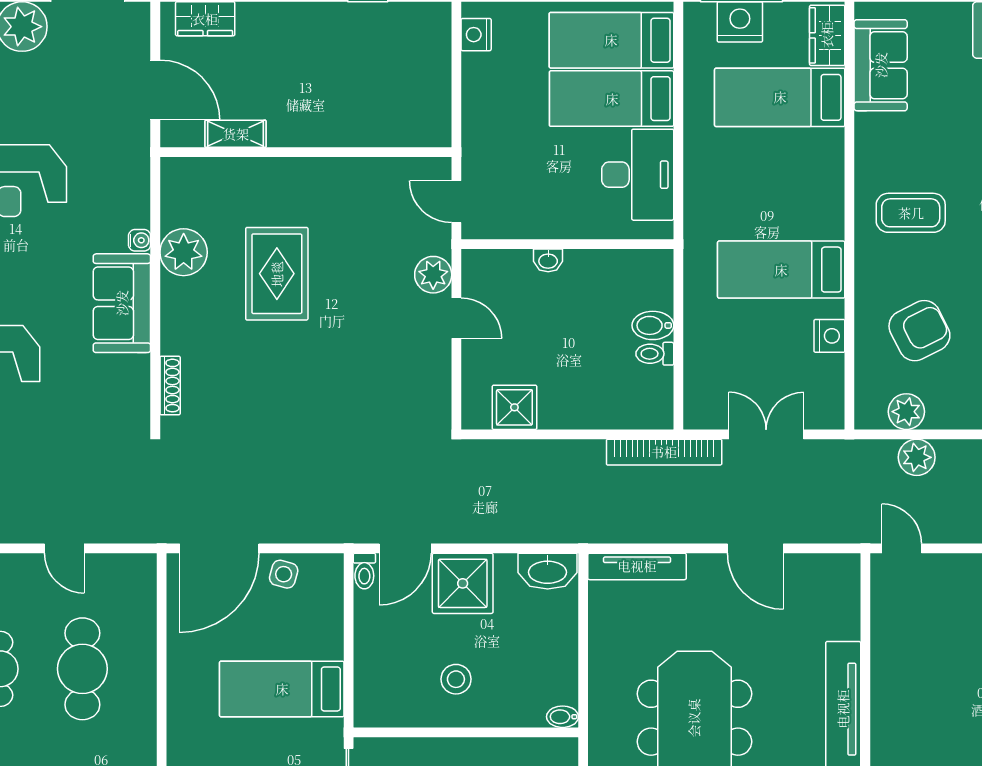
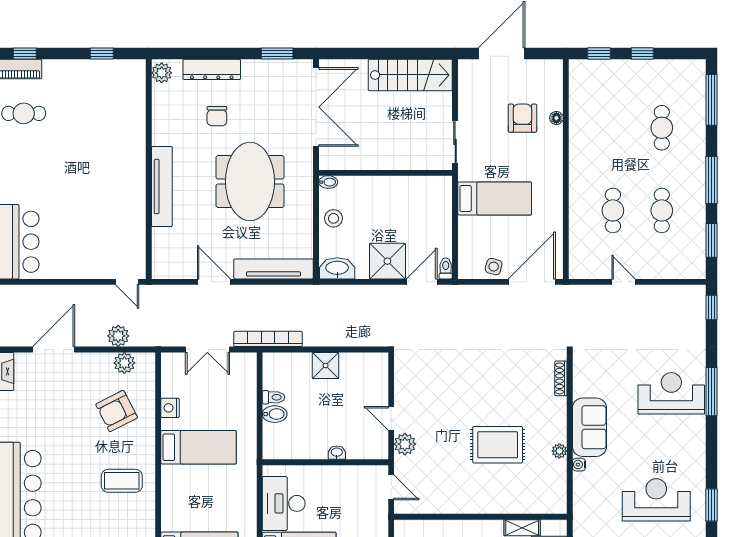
plant: (184, 252) -> (559, 451), width x0.53, depth x0.53
rug: (277, 274) -> (498, 445), turned 90
shower: (514, 407) -> (326, 366), moved
tv unit: (637, 566) -> (274, 269), width x1.36, depth x1.29
cafe table: (82, 669) -> (613, 210), width x0.73, depth x0.74
stool: (456, 679) -> (334, 218), moved

